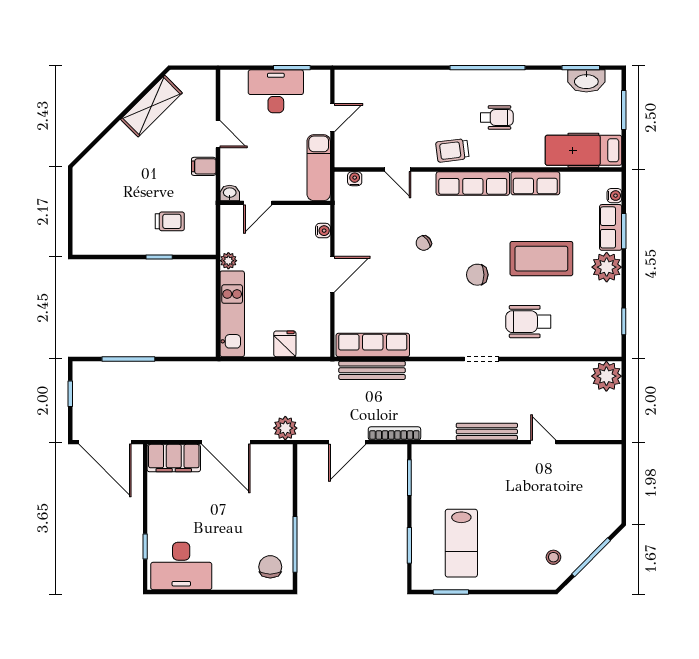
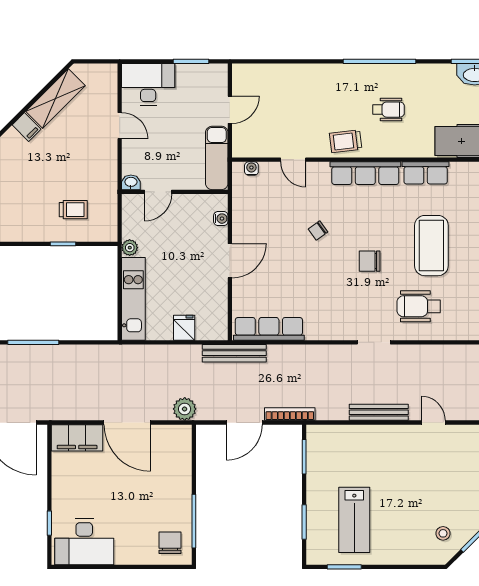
desk: (276, 91) -> (148, 84), moved
filing cabinet: (204, 166) -> (27, 127), moved, turned -135
coffee table: (541, 259) -> (431, 246), turned 90
bench: (372, 370) -> (234, 353), moved

